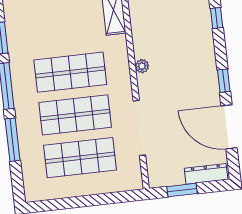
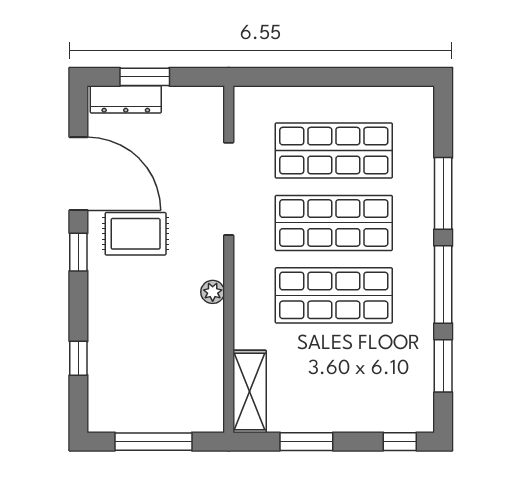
rug: (191, 95) -> (136, 234), added
window: (182, 190) -> (145, 77), moved

